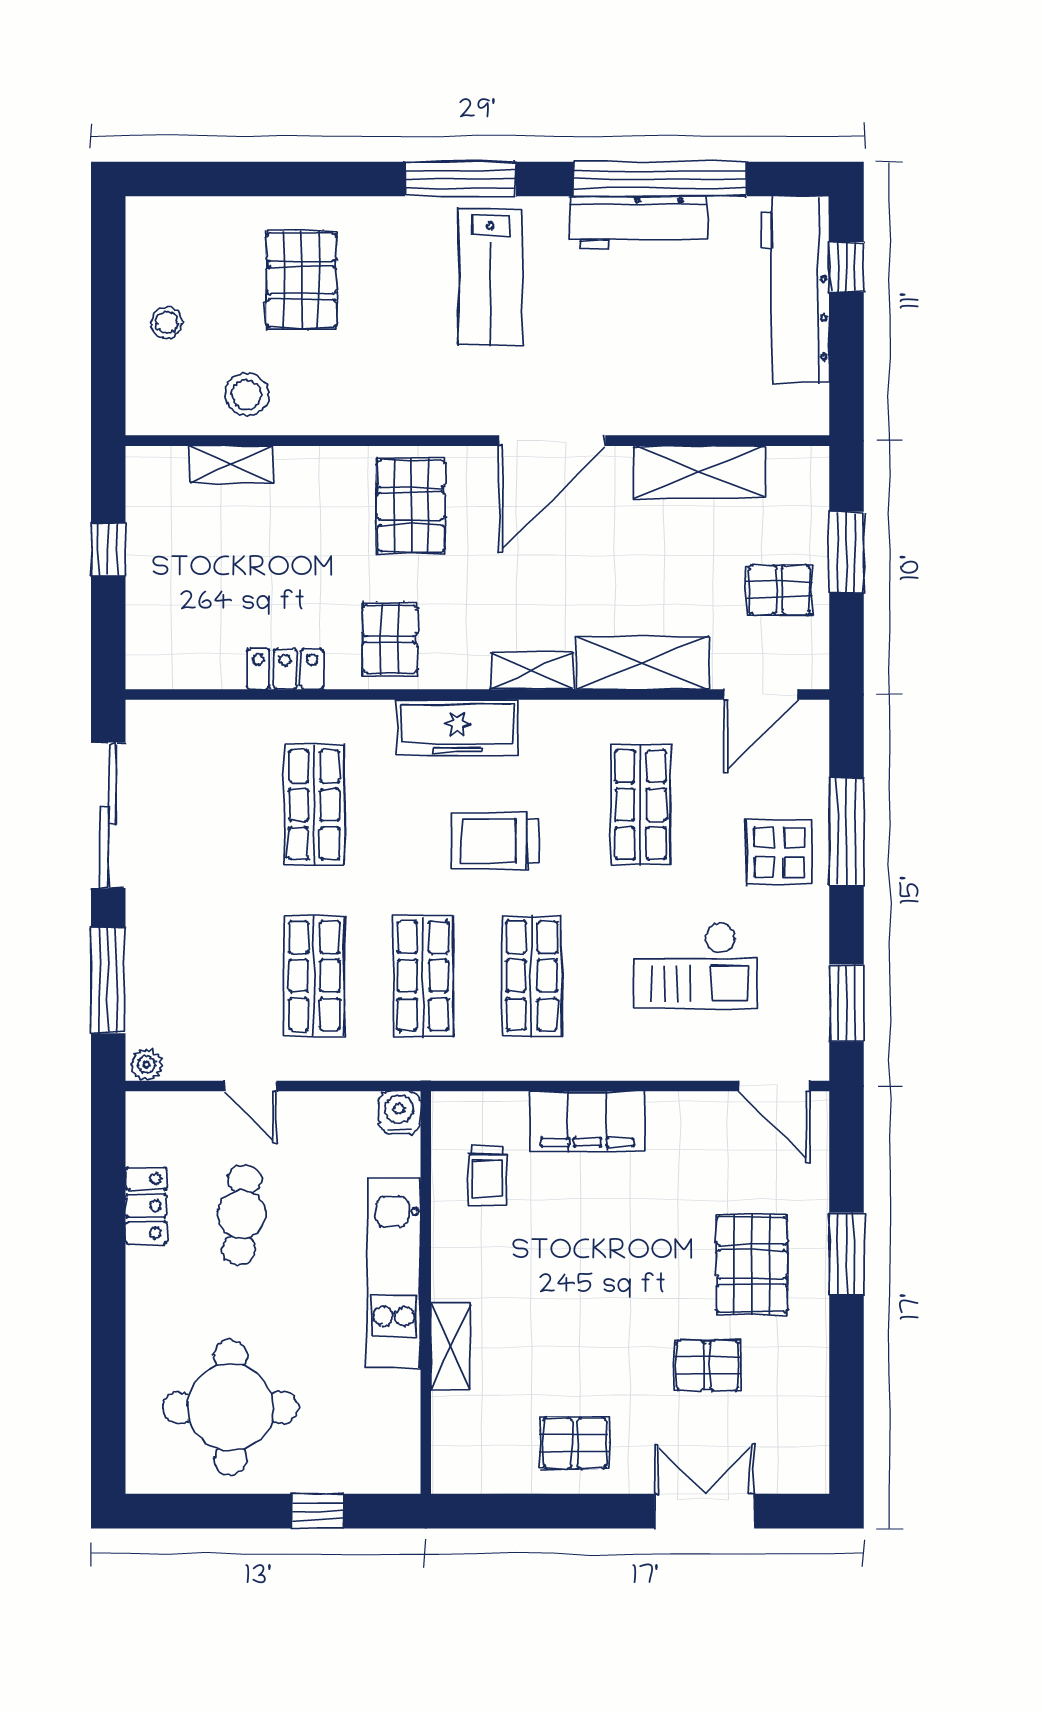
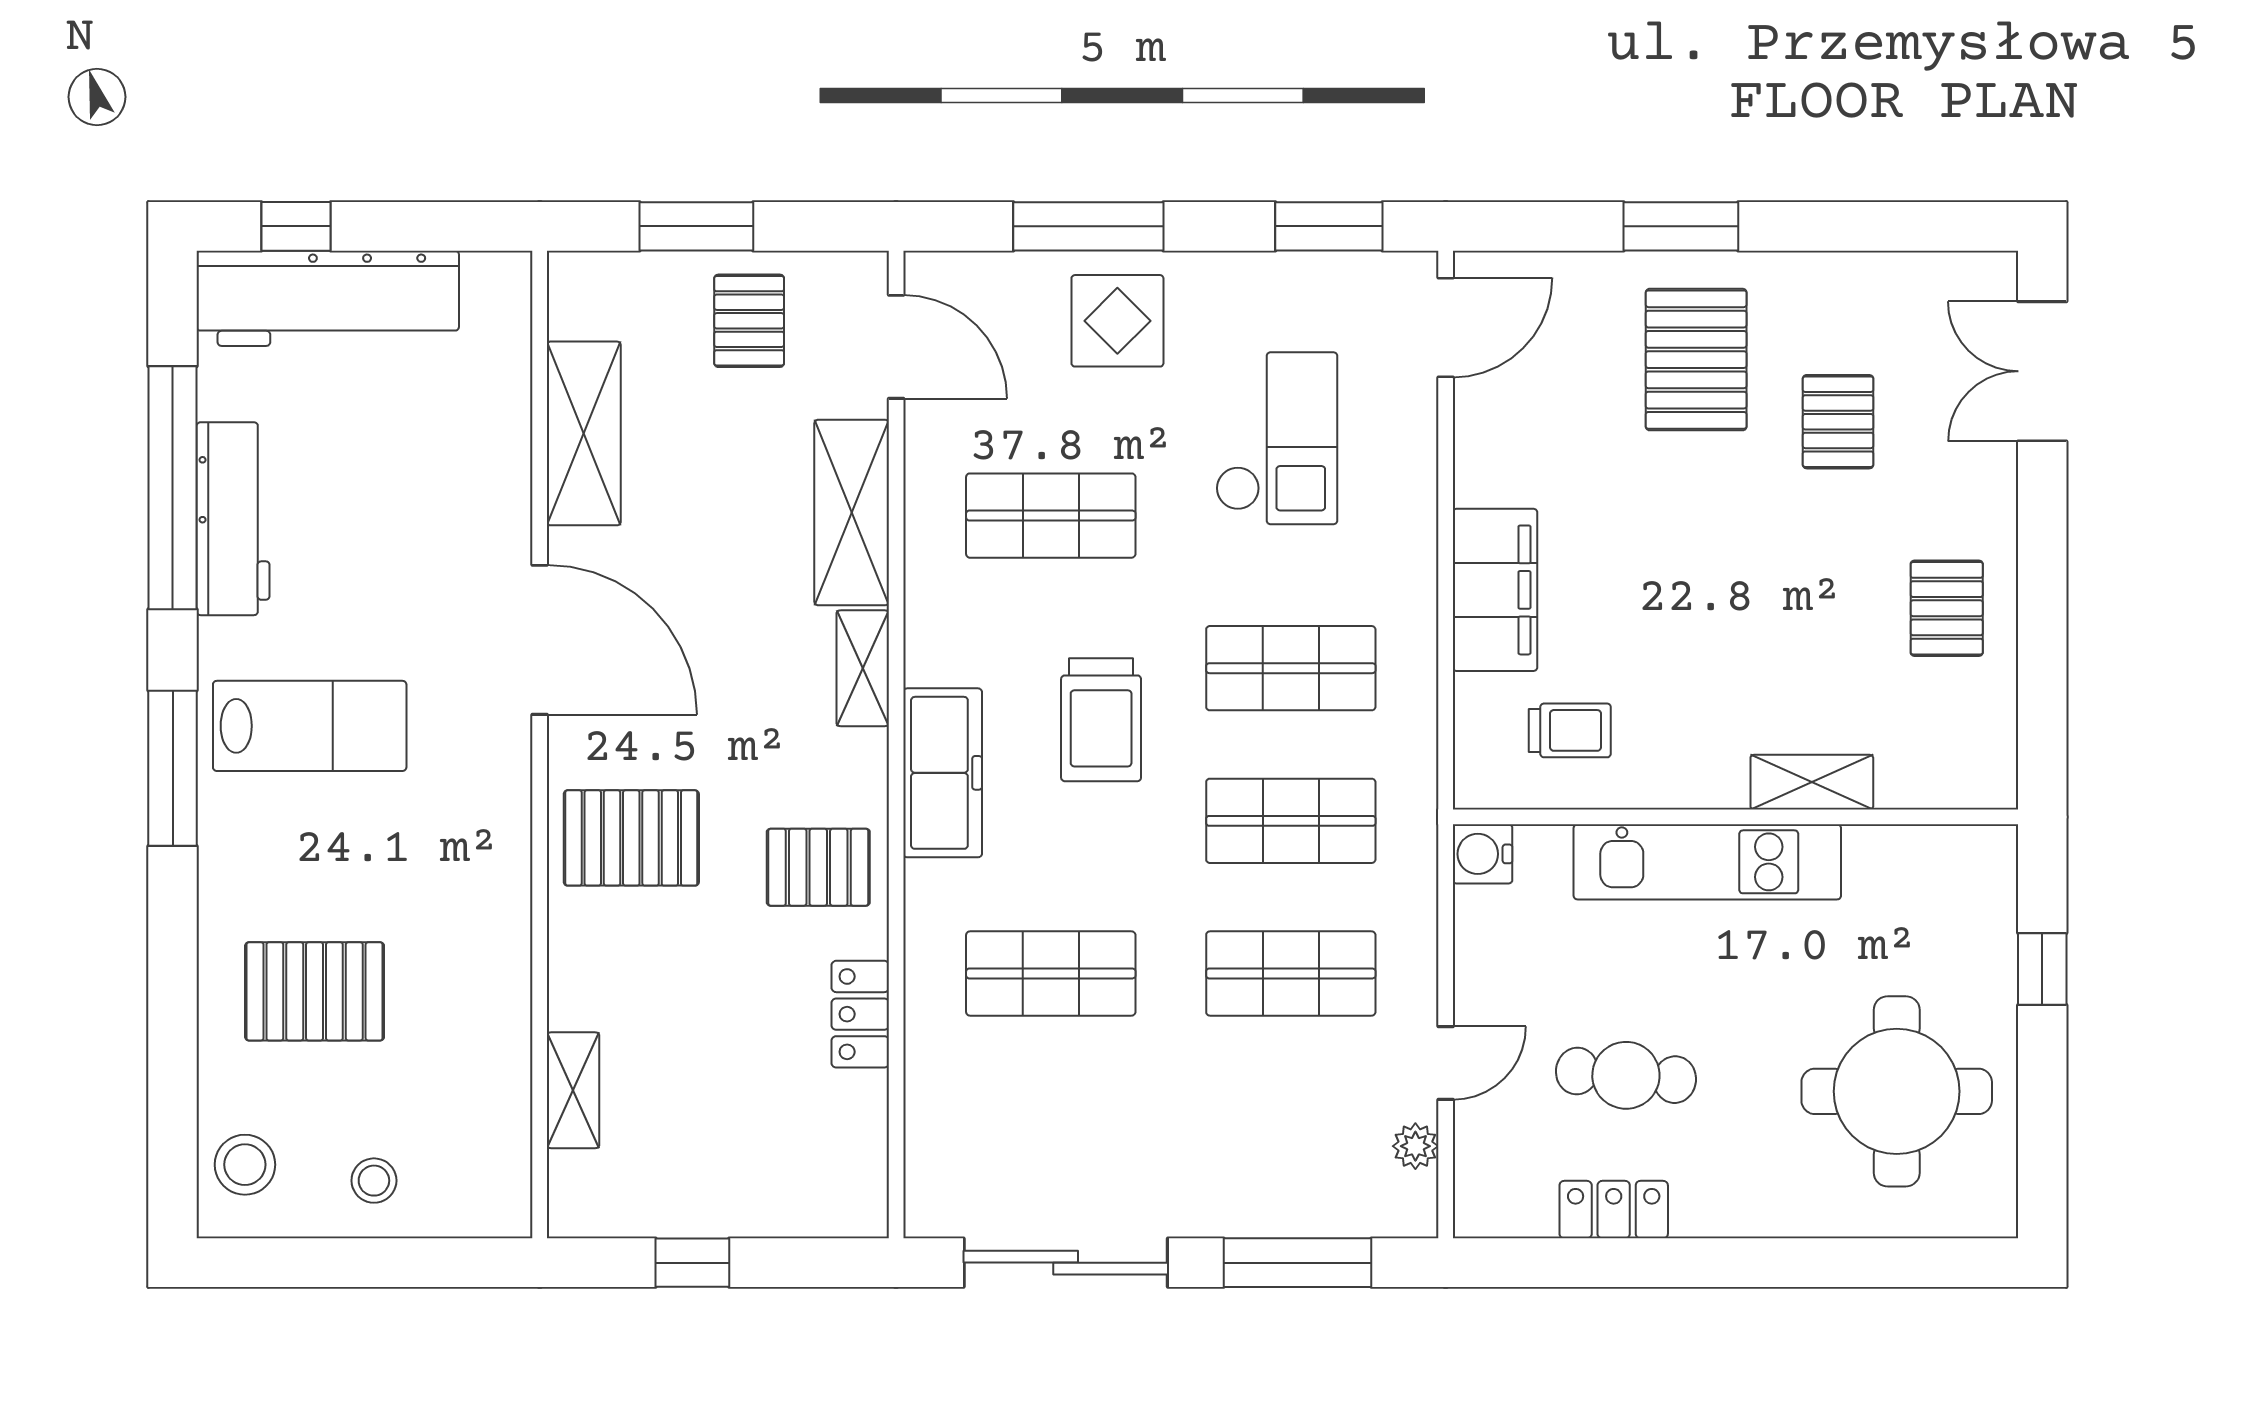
stool: (247, 394) -> (245, 1165), moved
plant: (147, 1065) -> (1415, 1146), moved
pallet: (752, 1265) -> (1696, 360), turned 90
double door: (705, 1511) -> (2042, 371), moved

